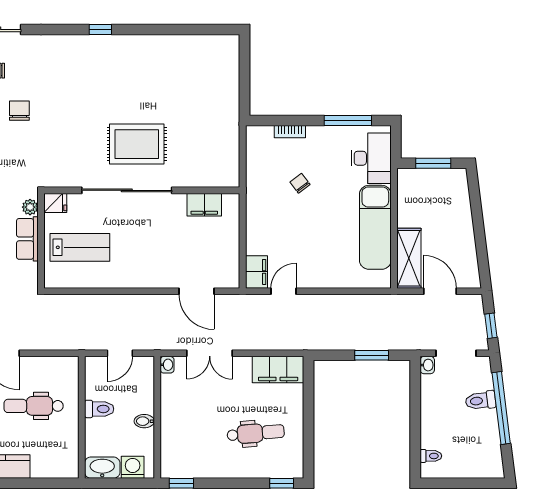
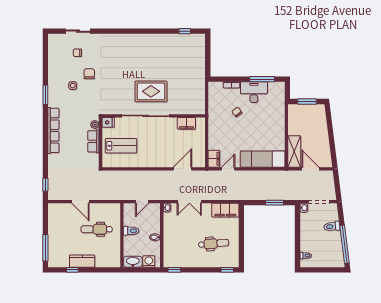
window: (100, 29) -> (185, 31), moved
desk: (371, 158) -> (254, 92), moved, turned -90
exam couch: (375, 227) -> (263, 159), moved, turned 90
door: (197, 291) -> (182, 169), swing flipped
window: (491, 326) -> (337, 187), removed
window: (501, 408) -> (344, 244), moved

